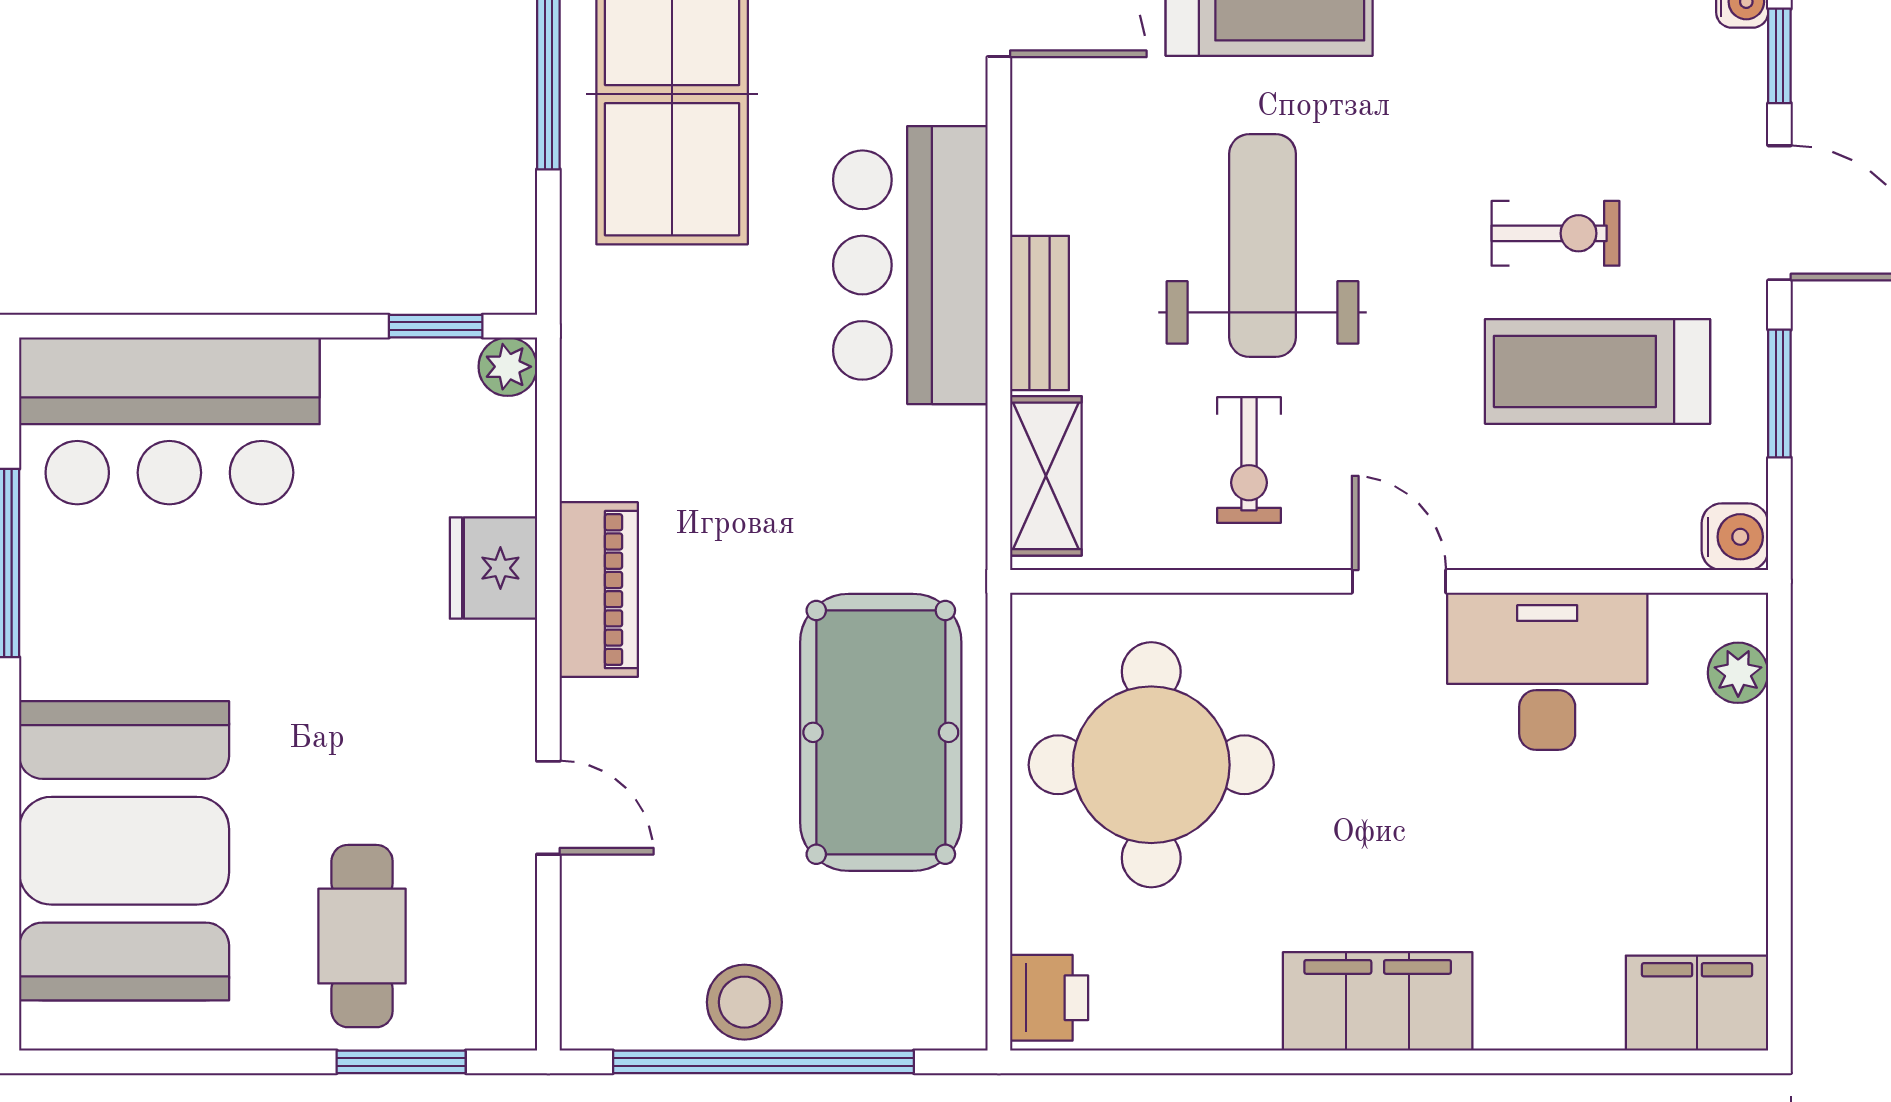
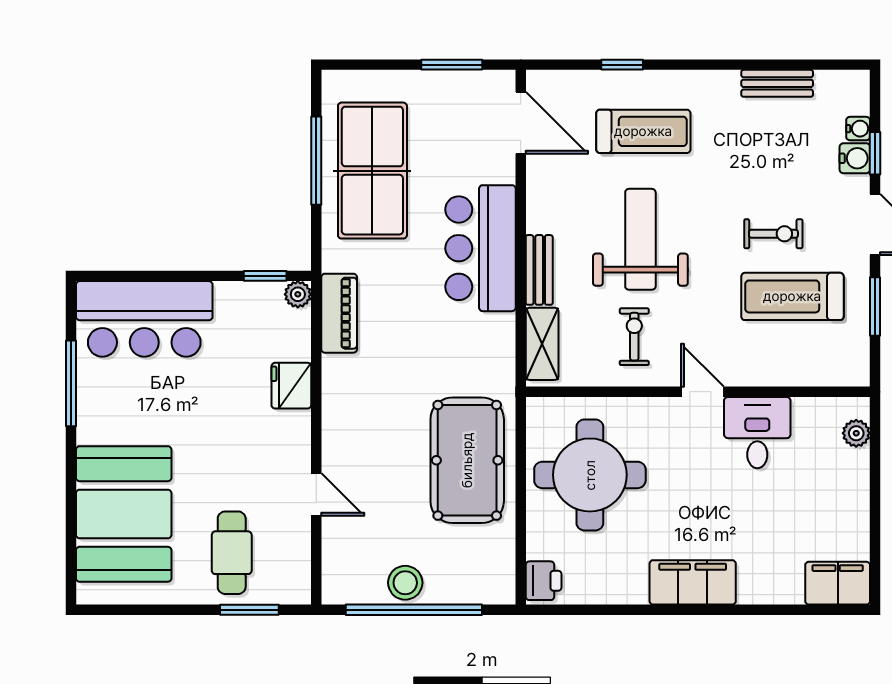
exercise bike: (1249, 460) -> (634, 337), turned 180
water cooler: (1735, 537) -> (855, 158), moved
piano: (599, 590) -> (339, 313), moved
desk: (1547, 671) -> (757, 433), width x0.73

